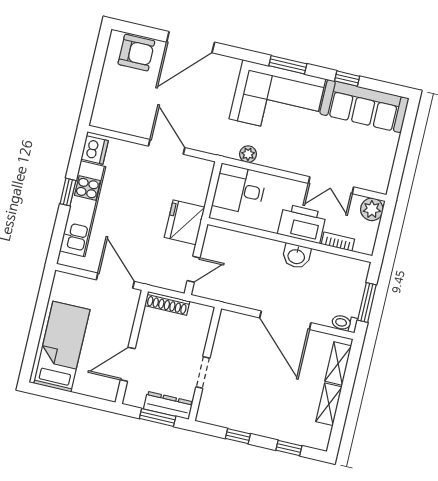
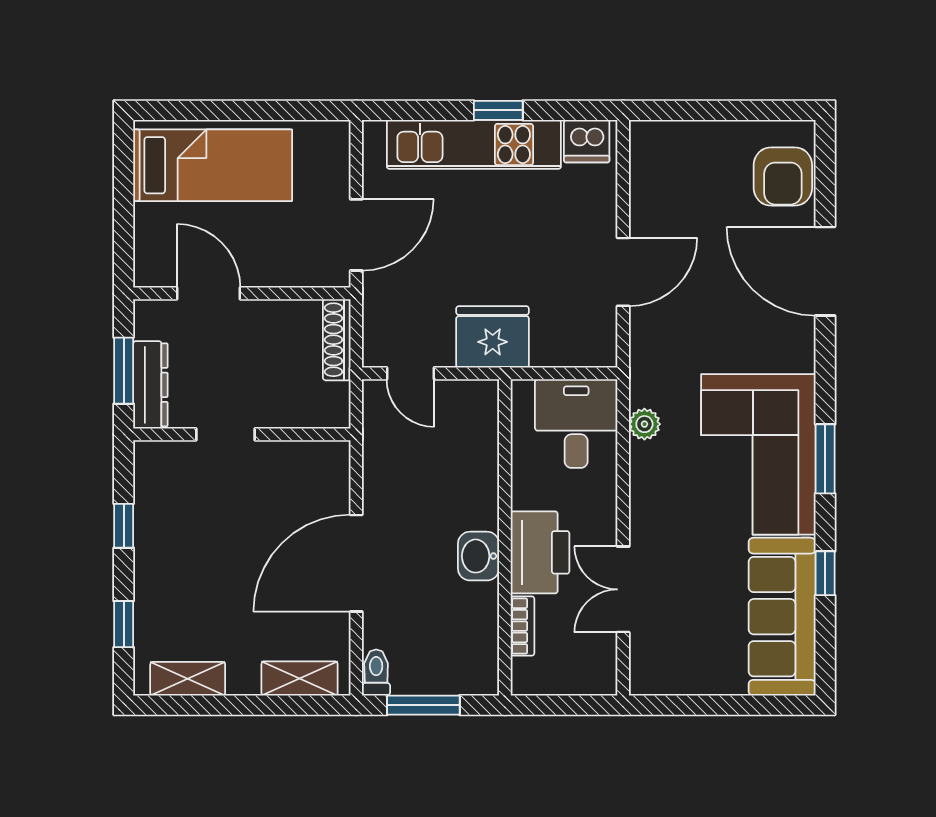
plant: (372, 209) -> (596, 674), removed
shelving: (329, 404) -> (188, 679), moved

